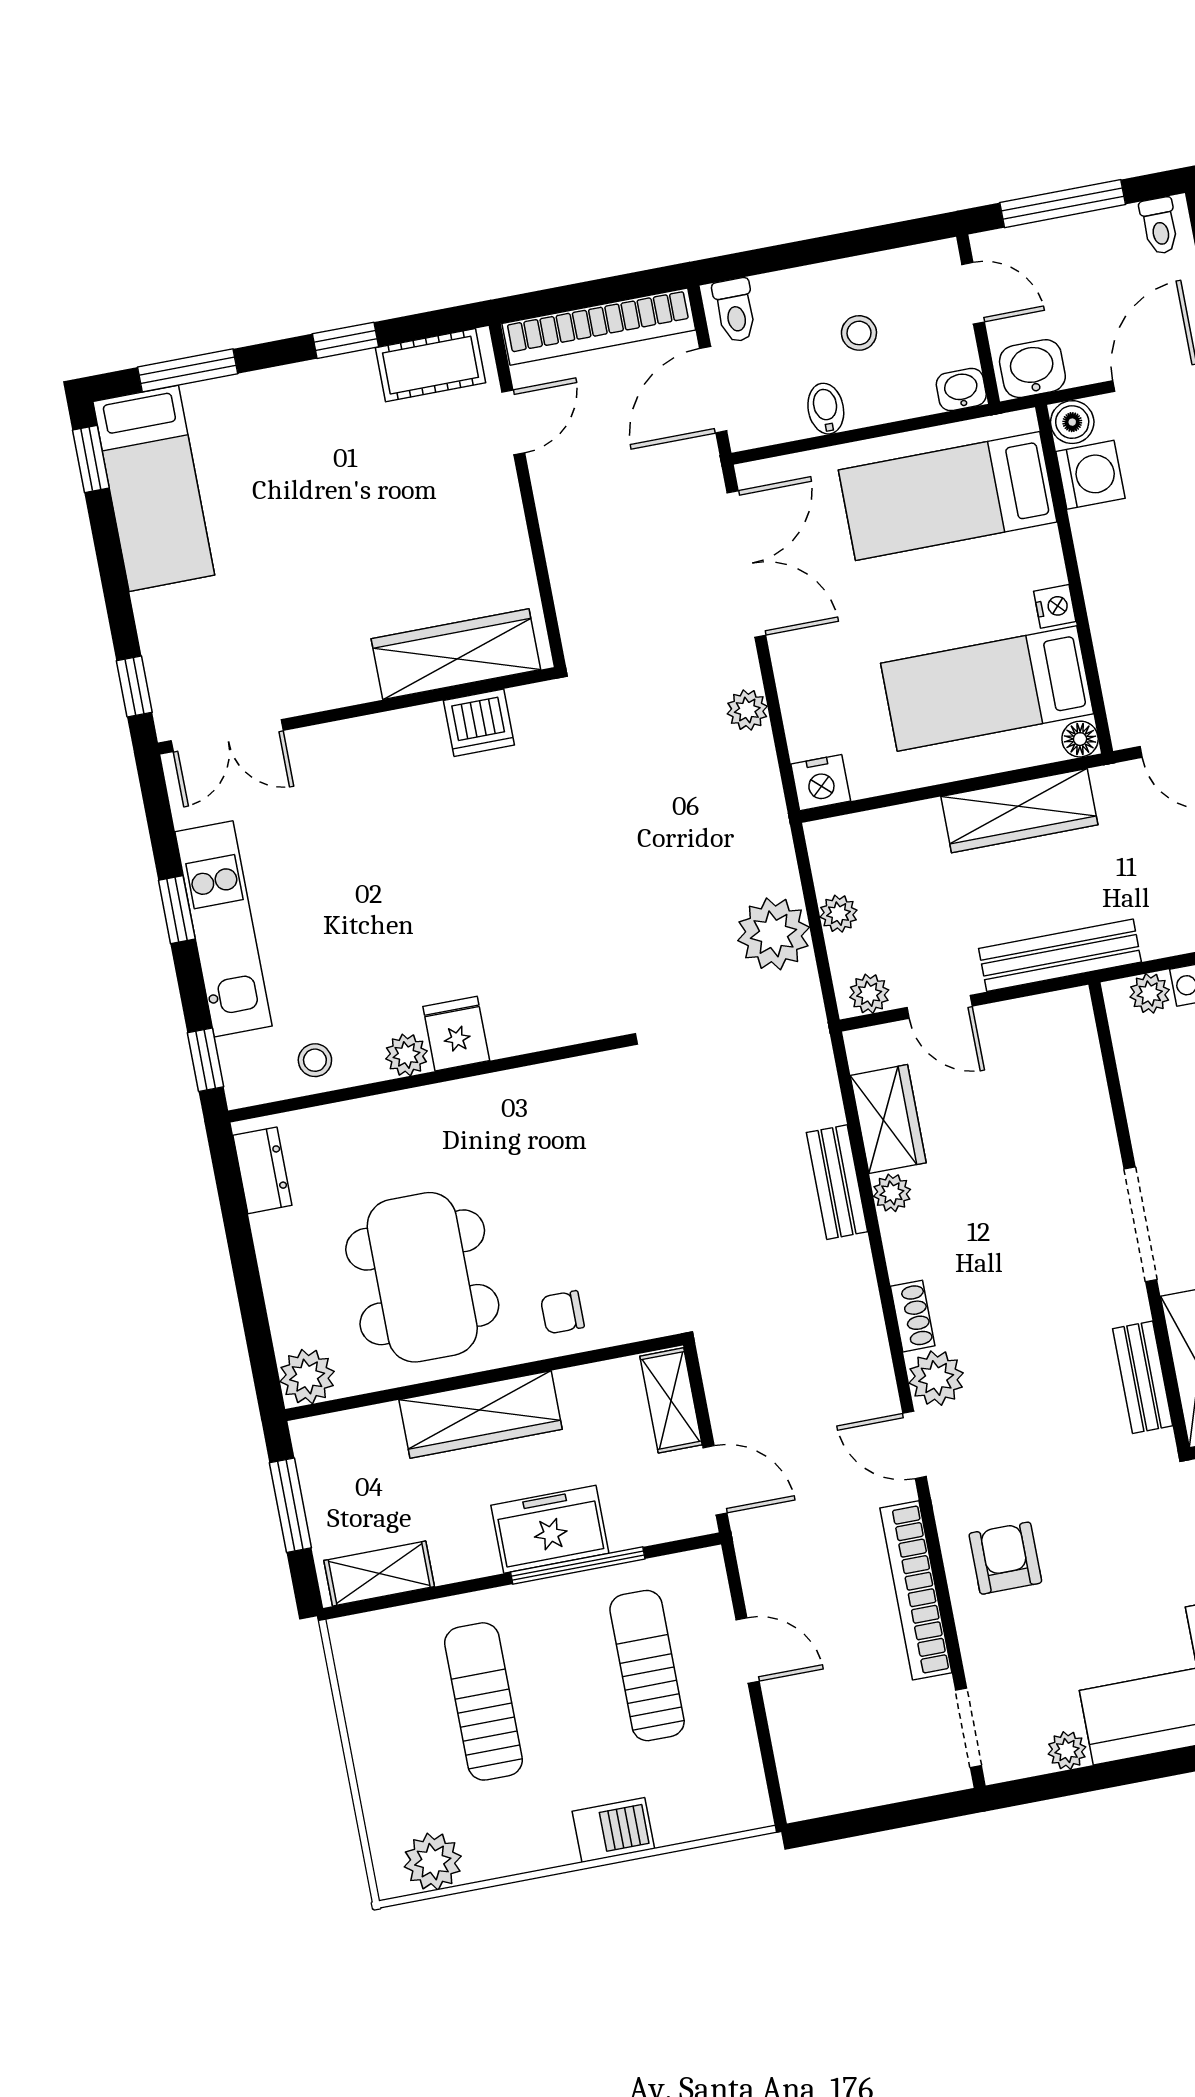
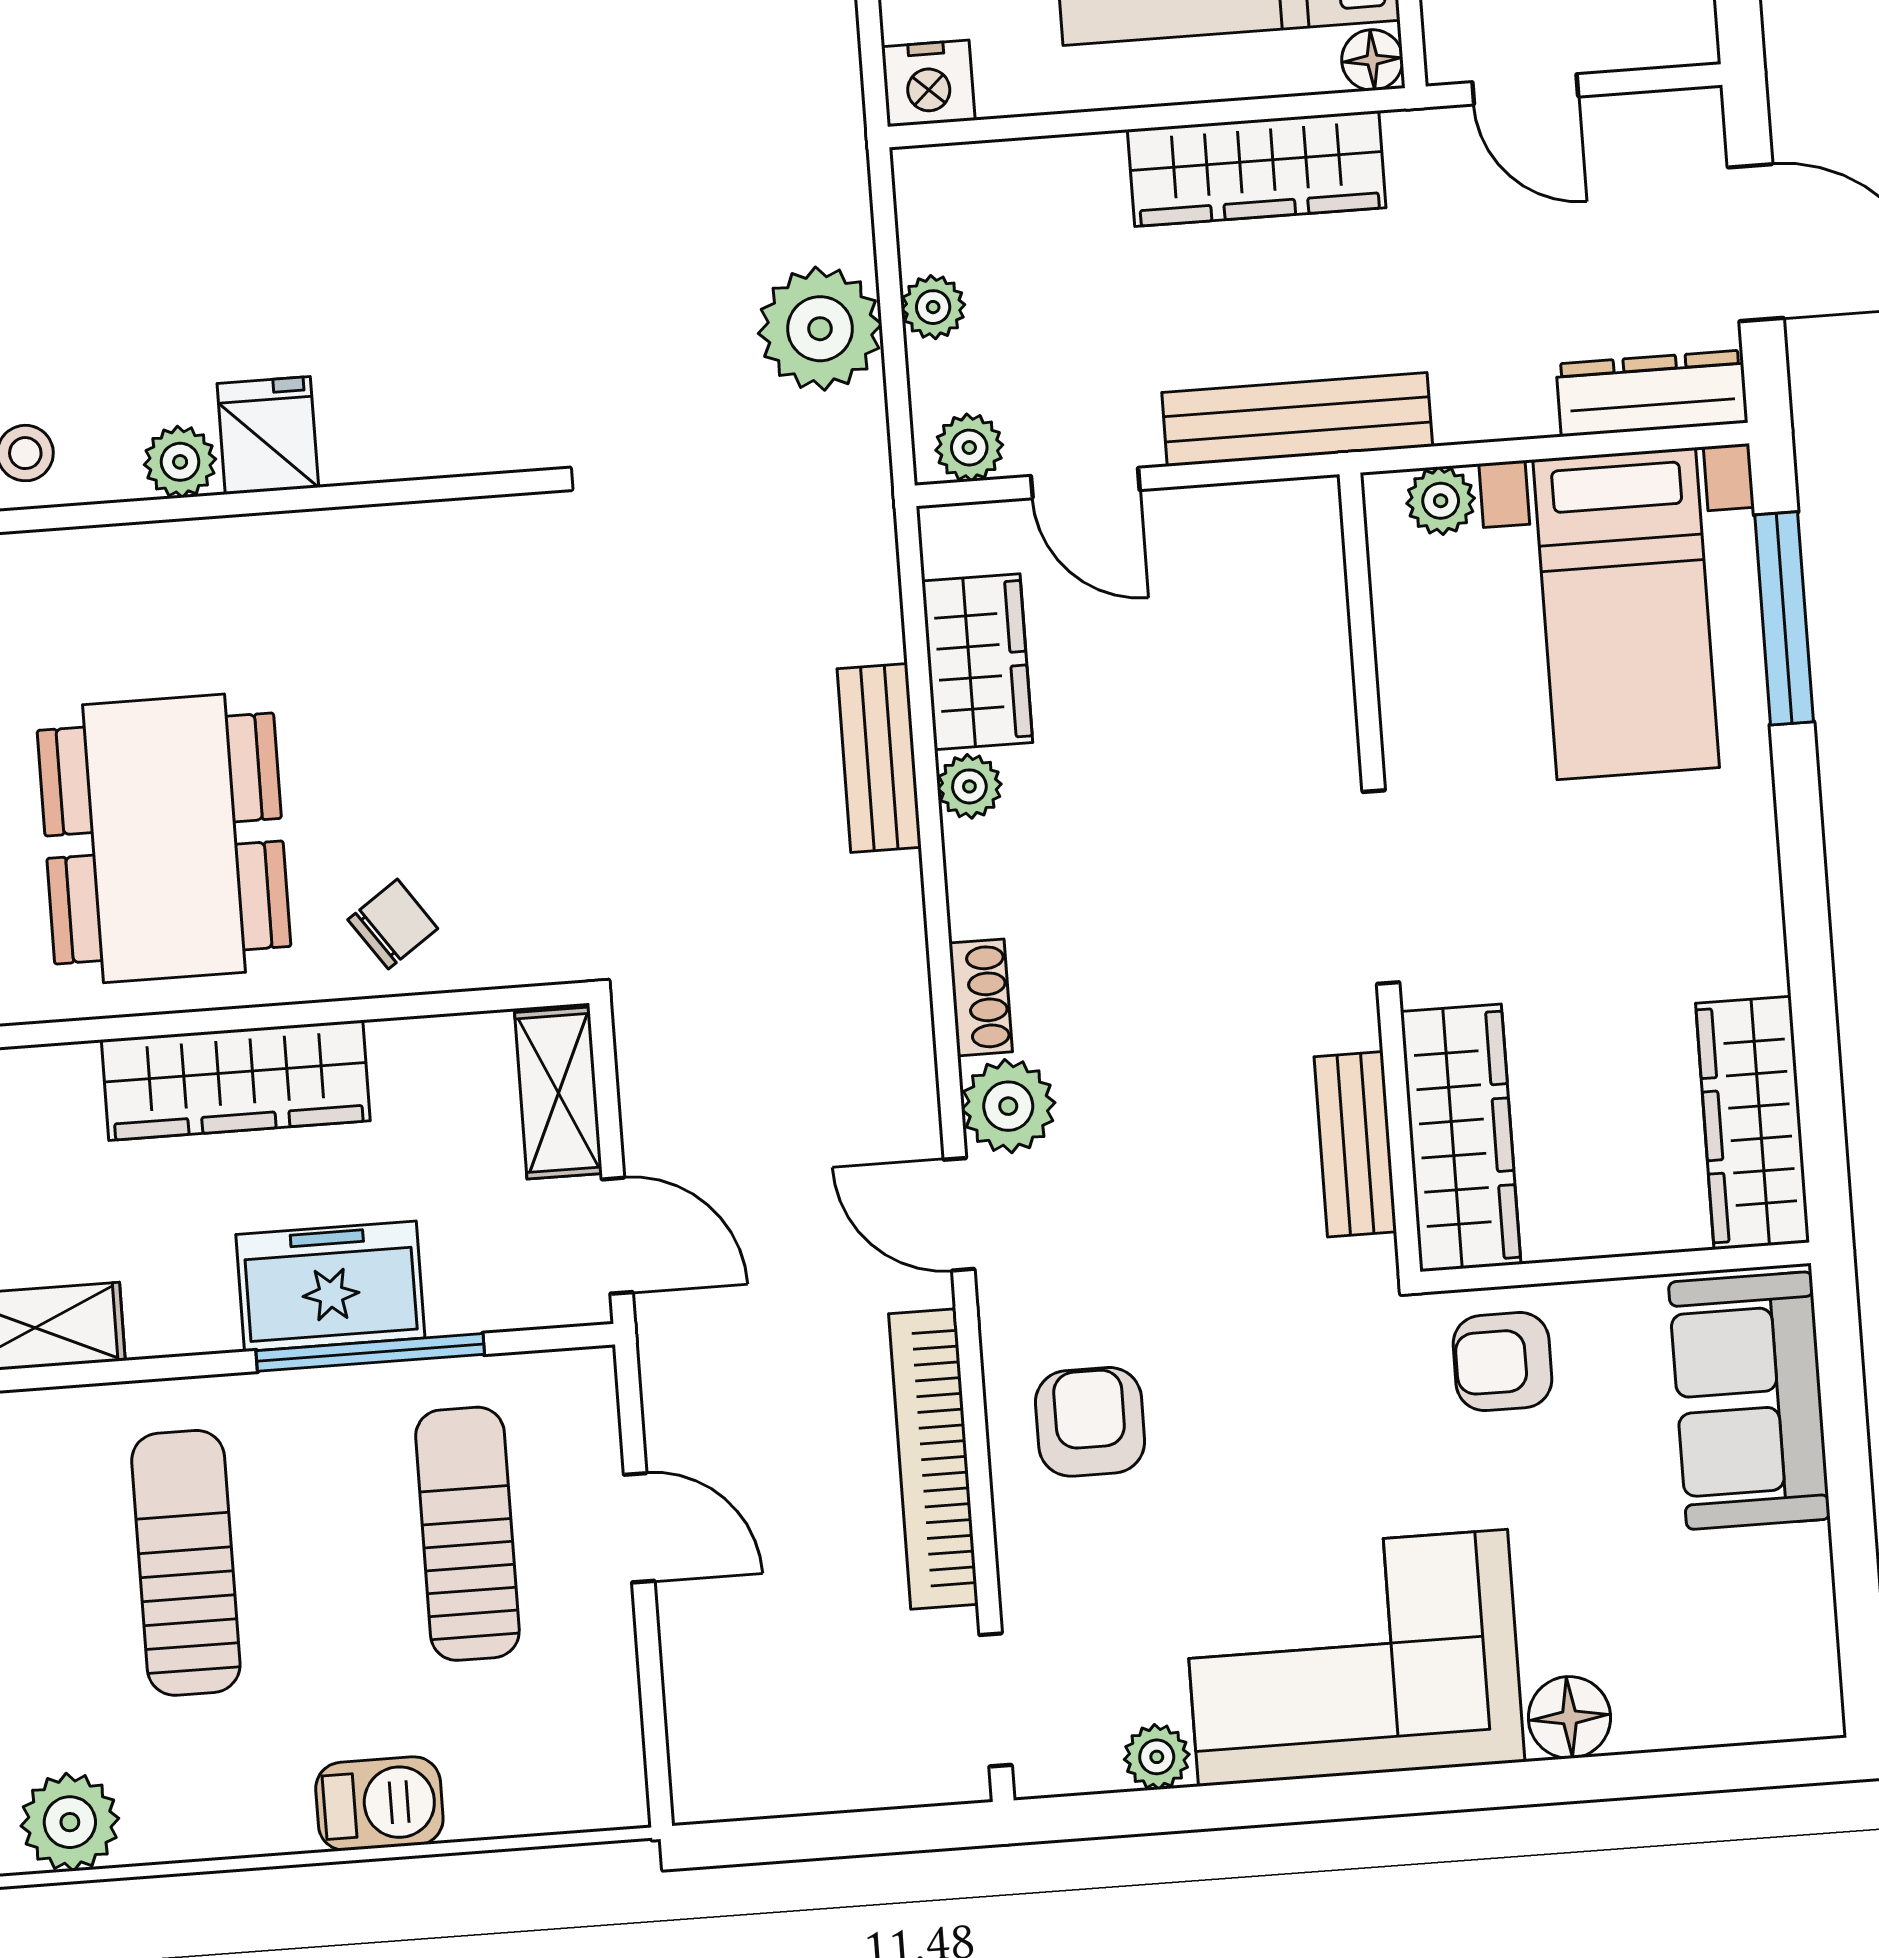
chair: (562, 1312) -> (393, 924), turned 145

